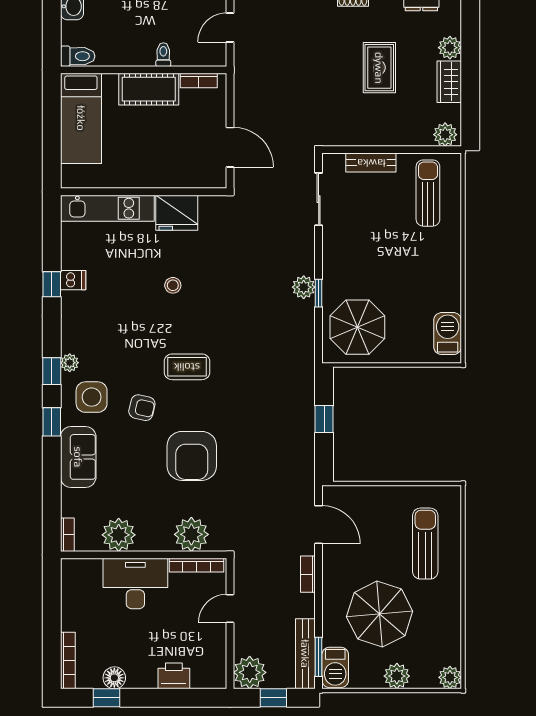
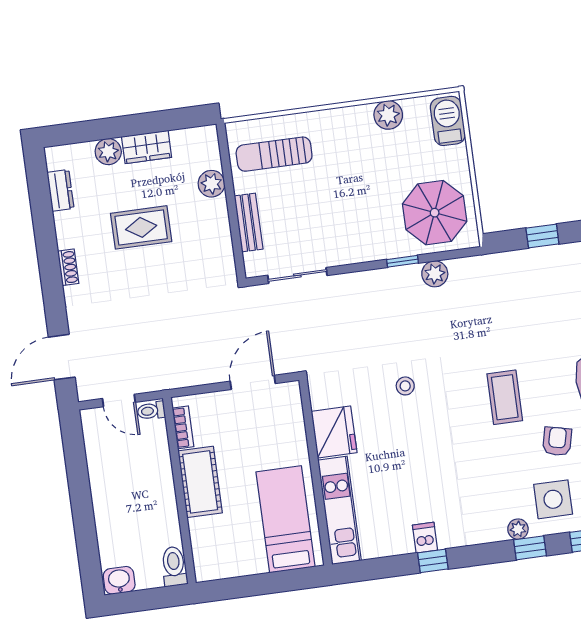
toilet: (163, 55) -> (151, 411), moved
bed: (81, 118) -> (286, 519), moved, turned -90
plant: (445, 135) -> (211, 184), moved
stool: (173, 285) -> (405, 386), moved
plant: (304, 287) -> (435, 274), moved
plant: (449, 298) -> (388, 115), added
barbecue: (448, 334) -> (448, 121), moved, turned 90

